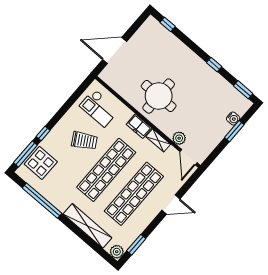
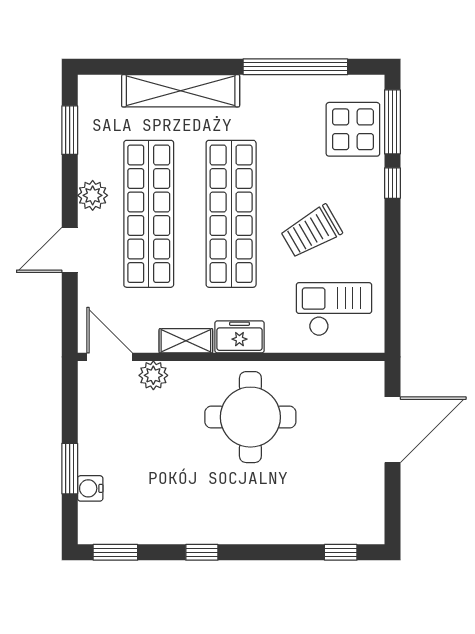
plant: (117, 252) -> (93, 195), moved

